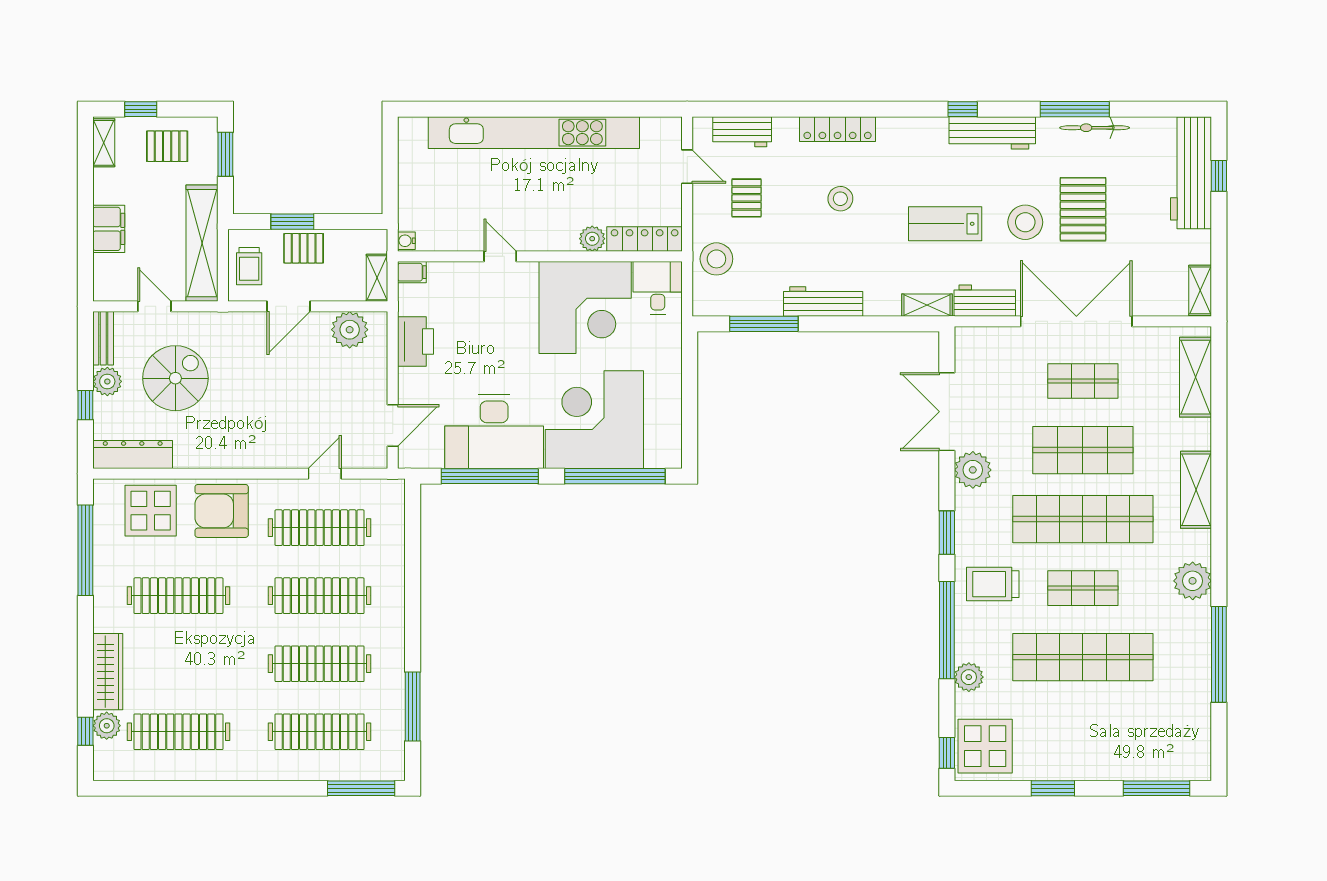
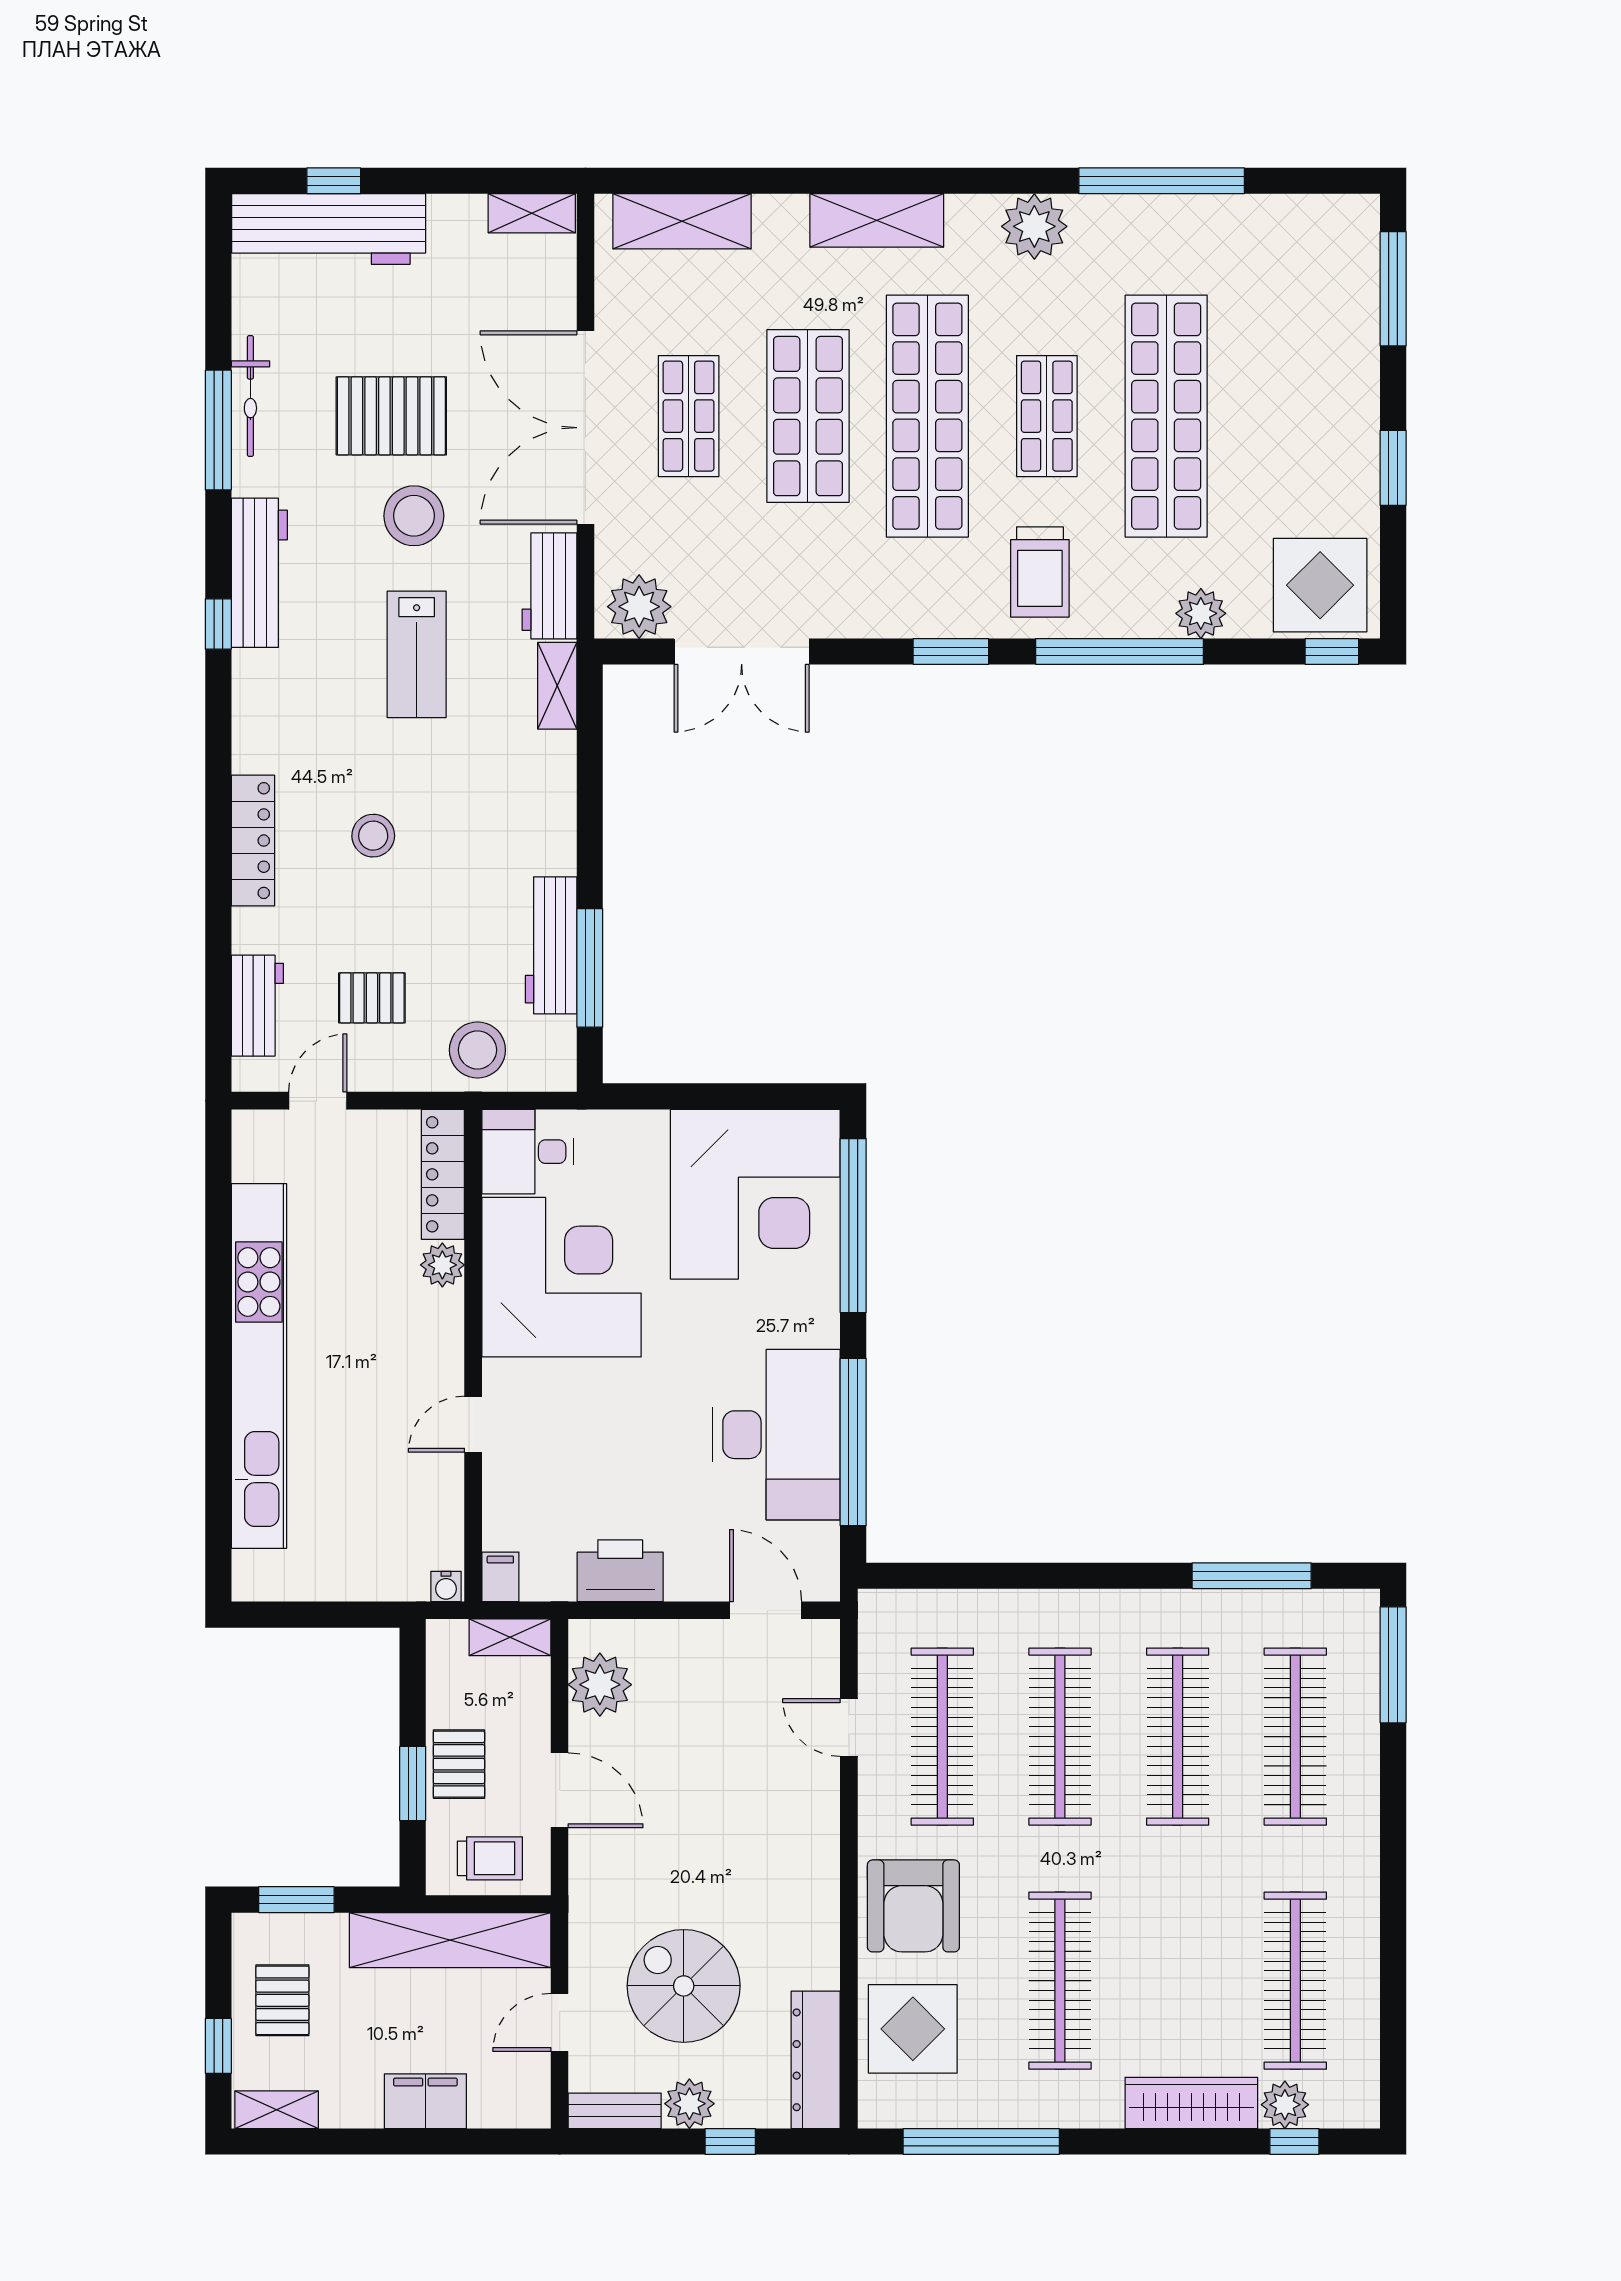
workbench: (823, 302) -> (551, 945), moved
corner desk: (594, 420) -> (755, 1194), moved, turned -90
plant: (973, 470) -> (639, 607), moved

